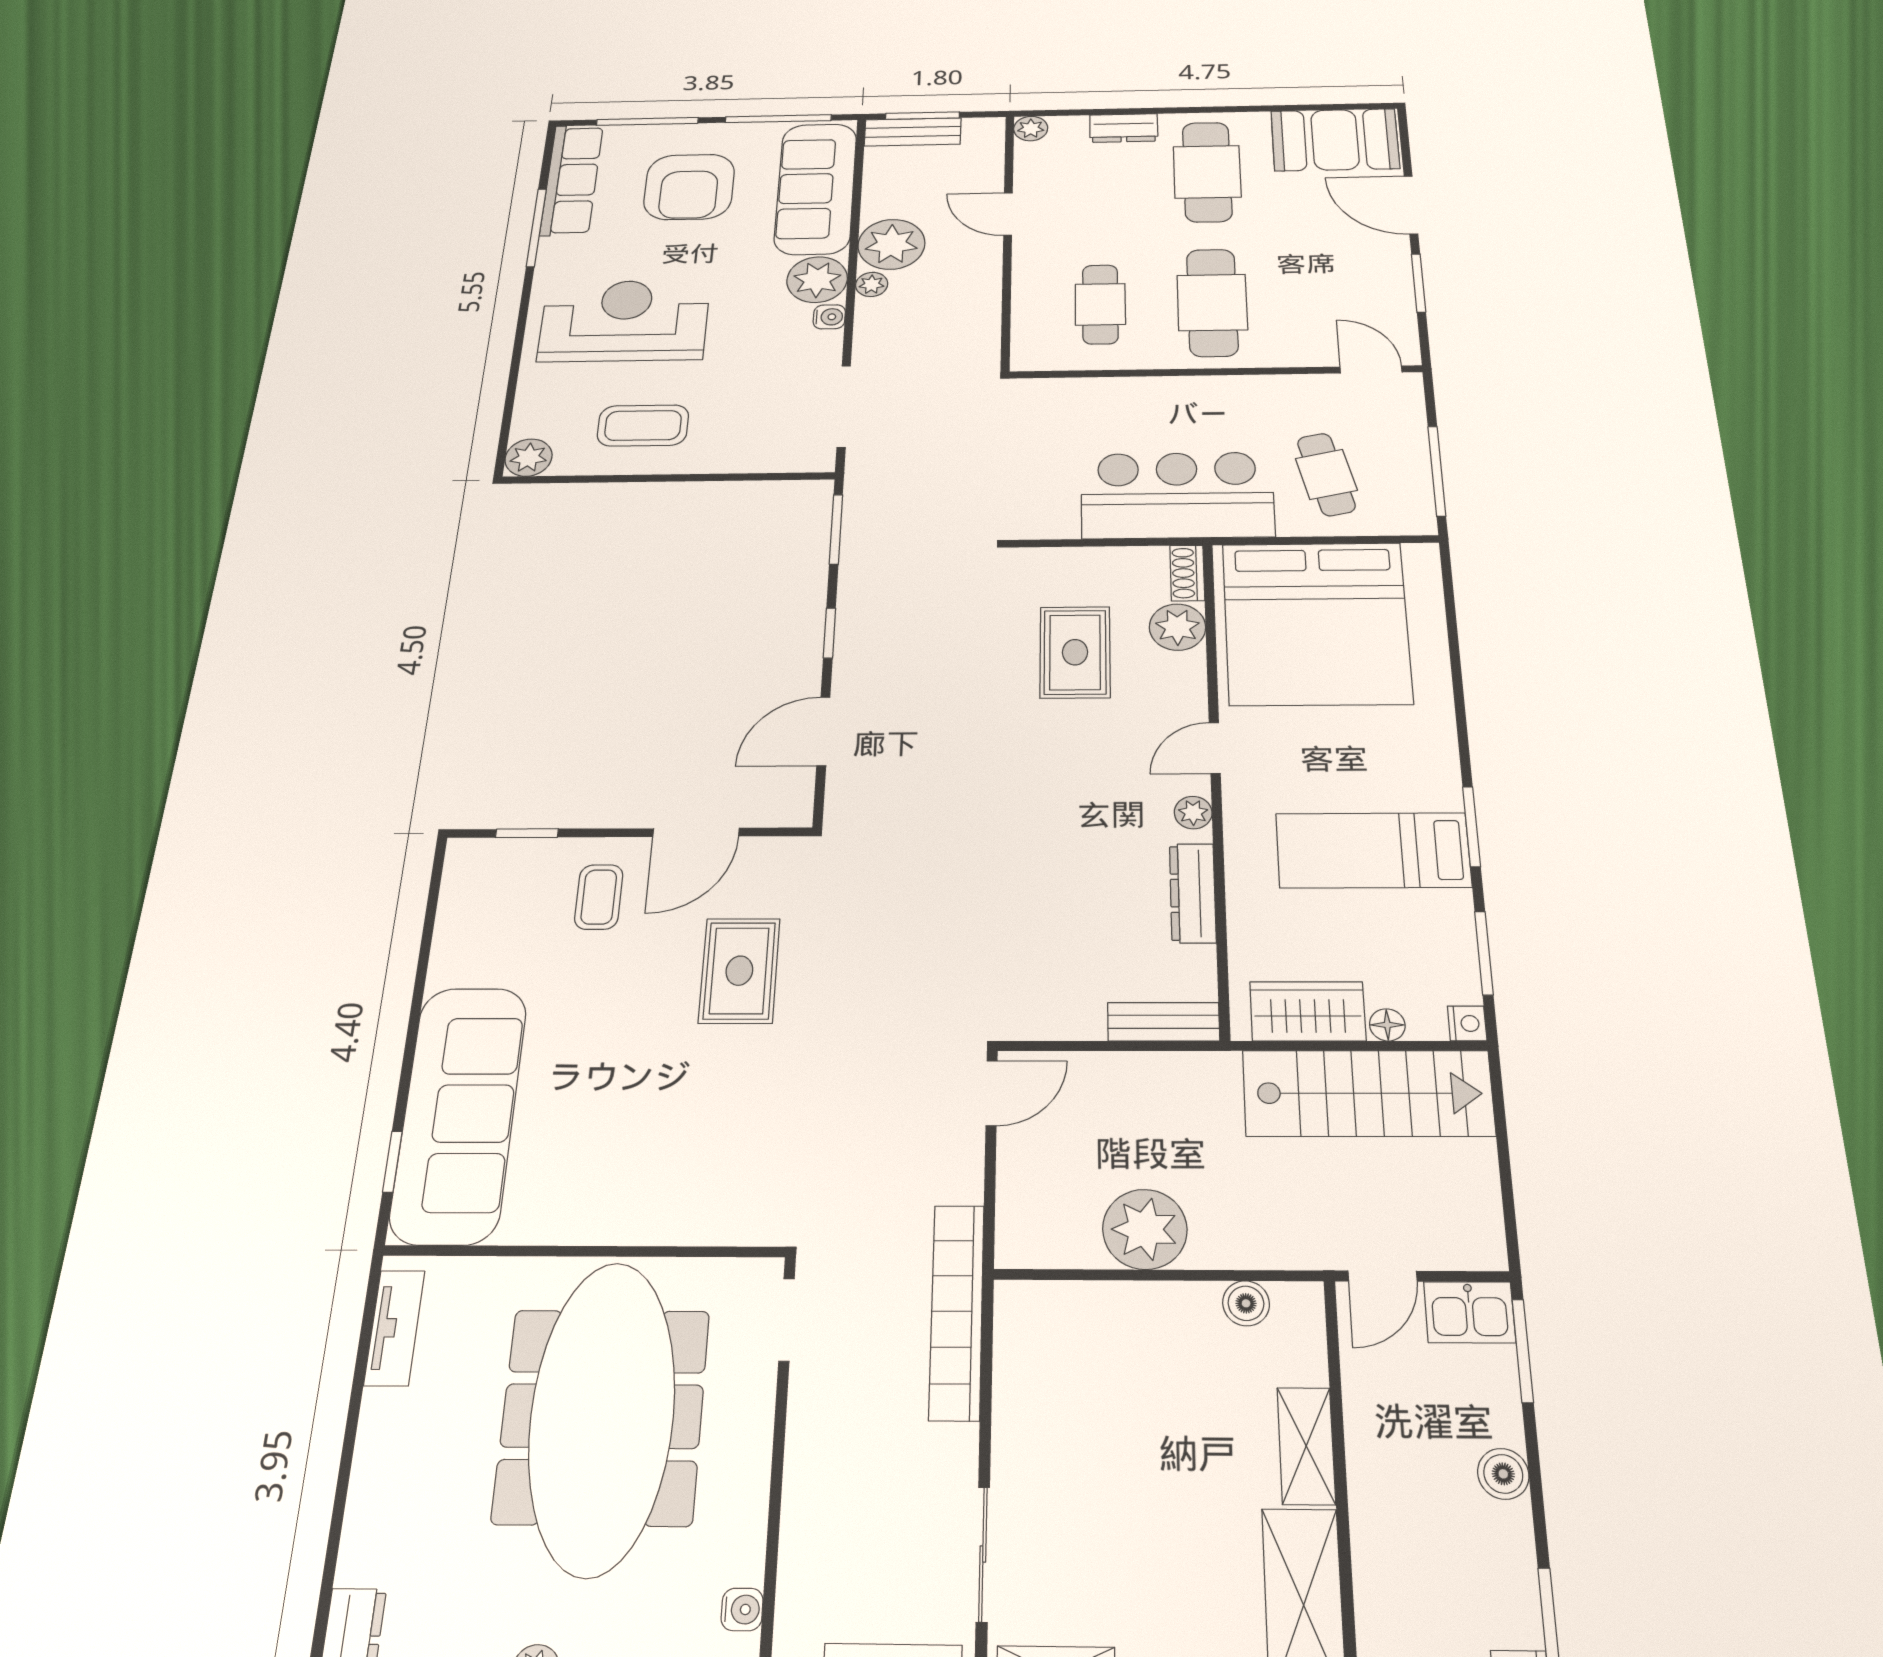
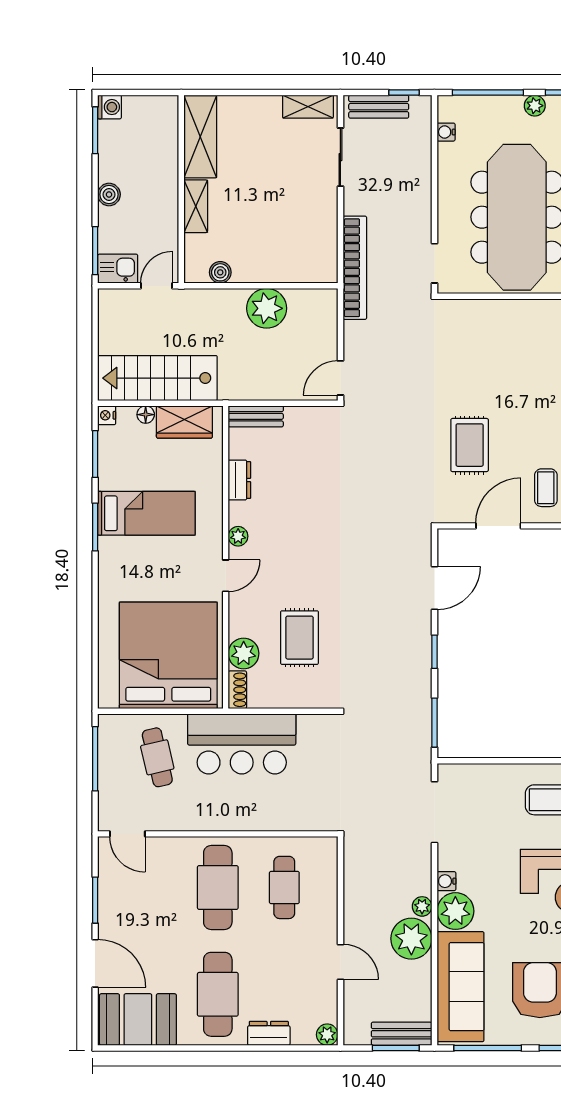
dresser: (1193, 893) -> (239, 480), width x0.70

